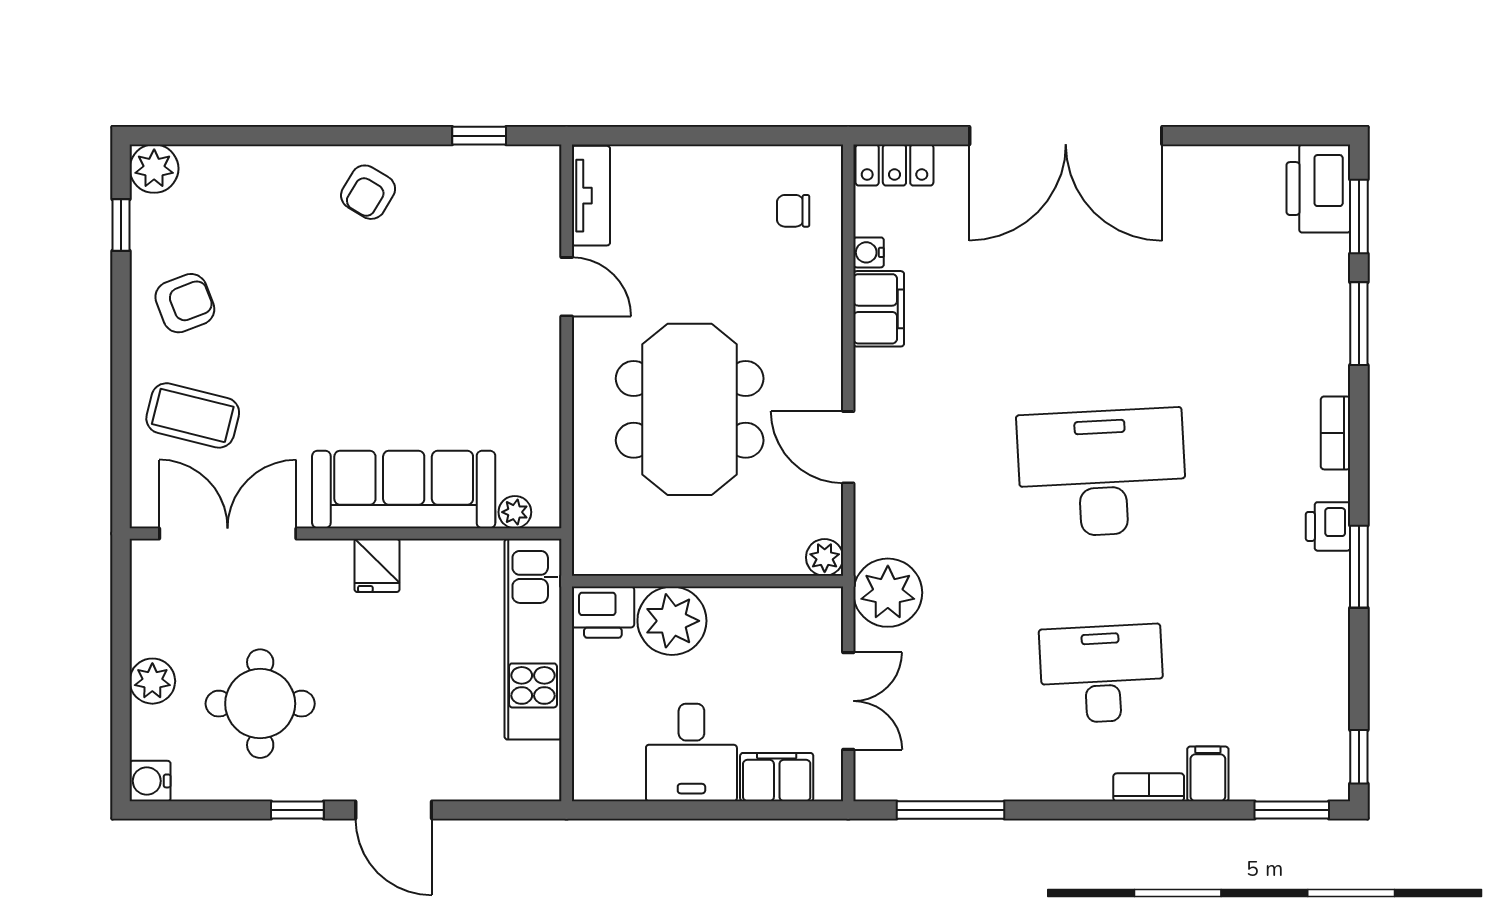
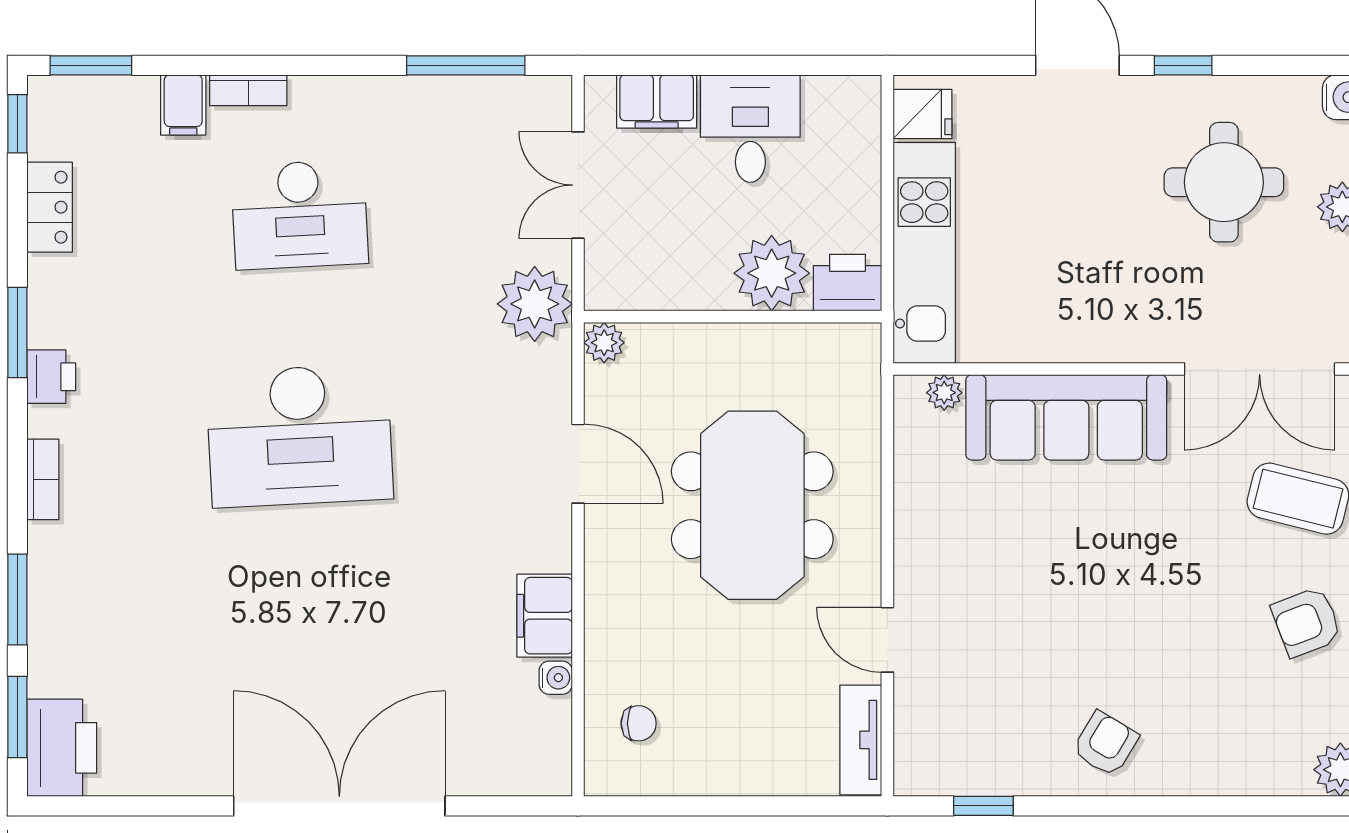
locker: (894, 165) -> (50, 207), moved, turned 90
fridge: (377, 565) -> (923, 114), moved, turned 90

